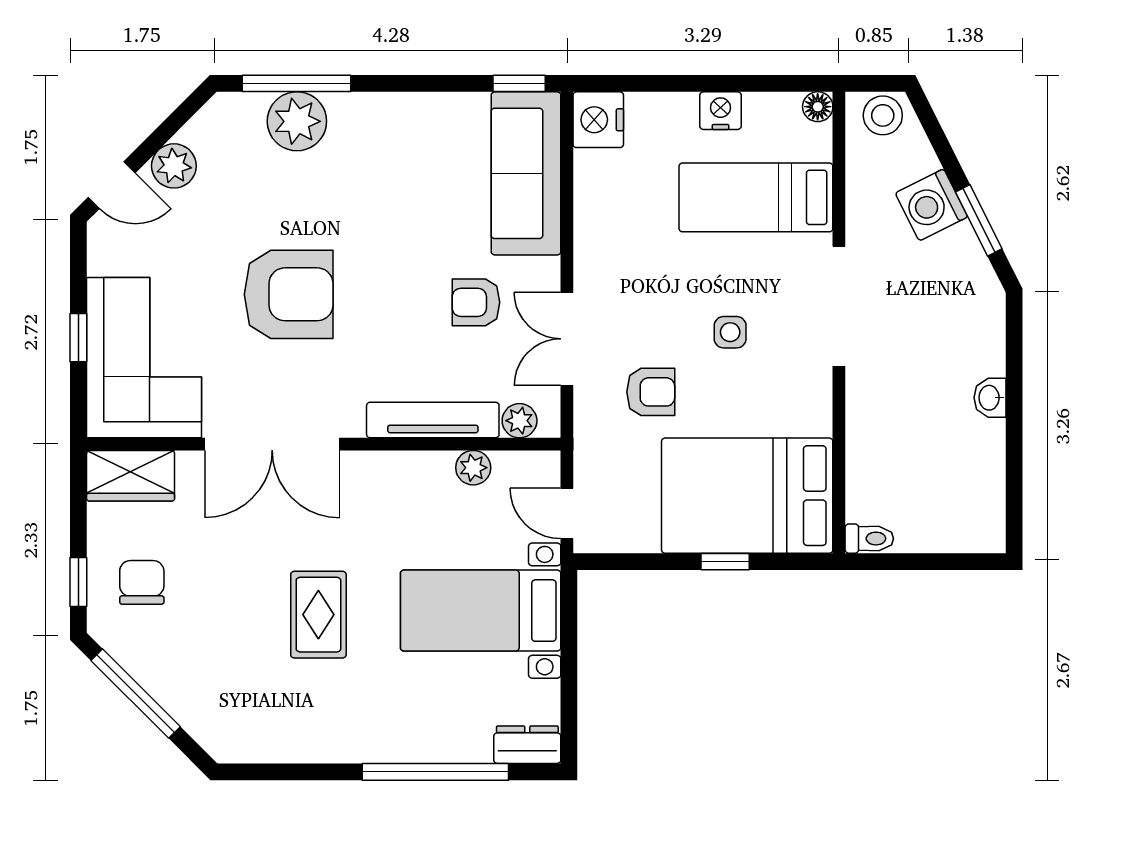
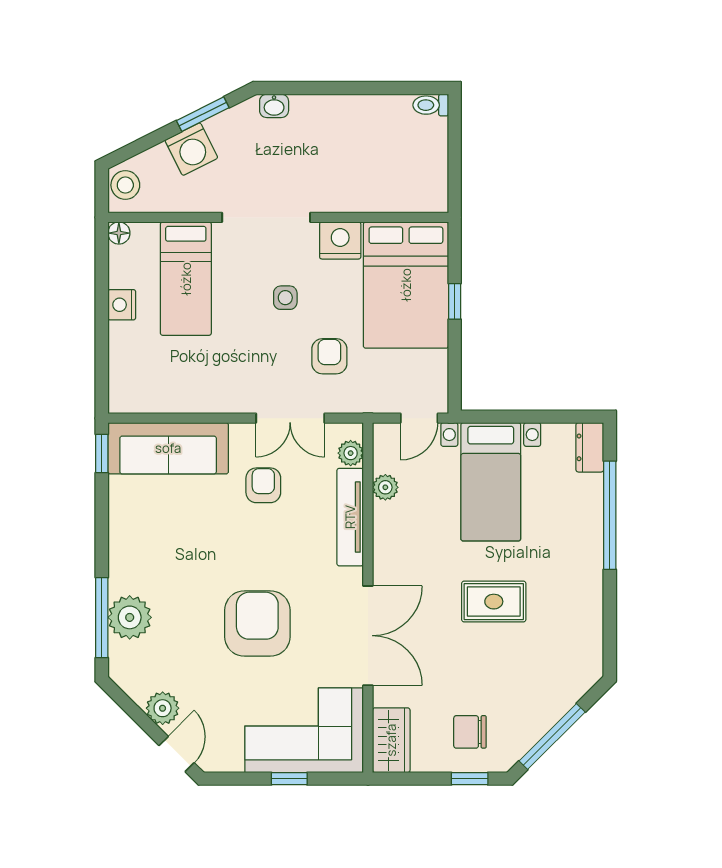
nightstand: (598, 120) -> (340, 240), moved, turned 180
armchair: (476, 302) -> (263, 485), turned 180
washbasin: (990, 398) -> (274, 106), moved
toilet: (869, 539) -> (431, 105), moved, turned -90

